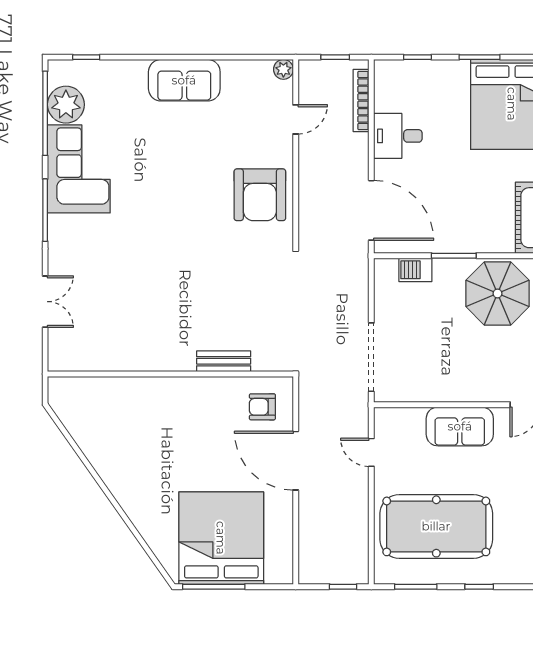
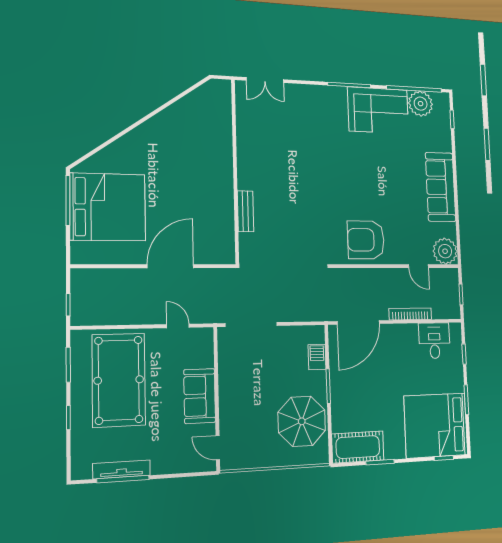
plant: (283, 69) -> (445, 251), width x1.87, depth x1.87
sofa: (184, 80) -> (441, 187), width x1.36
bookcase: (361, 101) -> (410, 314), moved
desk: (398, 136) -> (434, 341), moved
double door: (45, 302) -> (265, 80), moved
armchair: (262, 407) -> (212, 240), removed
door: (371, 452) -> (178, 326), hinge flipped

